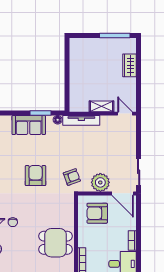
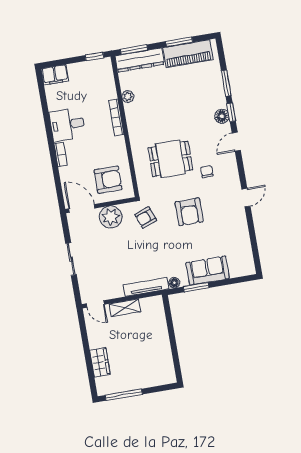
sliding door: (139, 172) -> (71, 259), moved
chair: (13, 222) -> (207, 172), moved
dining table: (56, 243) -> (170, 159), moved

